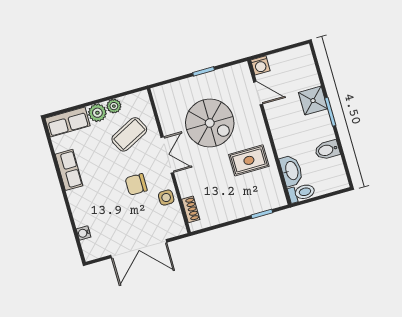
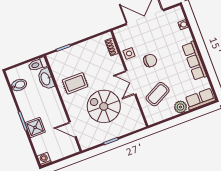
washing machine: (260, 65) -> (44, 159), moved
plant: (114, 106) -> (170, 112), removed
bidet: (327, 150) -> (19, 85), moved
row of seats: (69, 170) -> (194, 61), width x1.48

